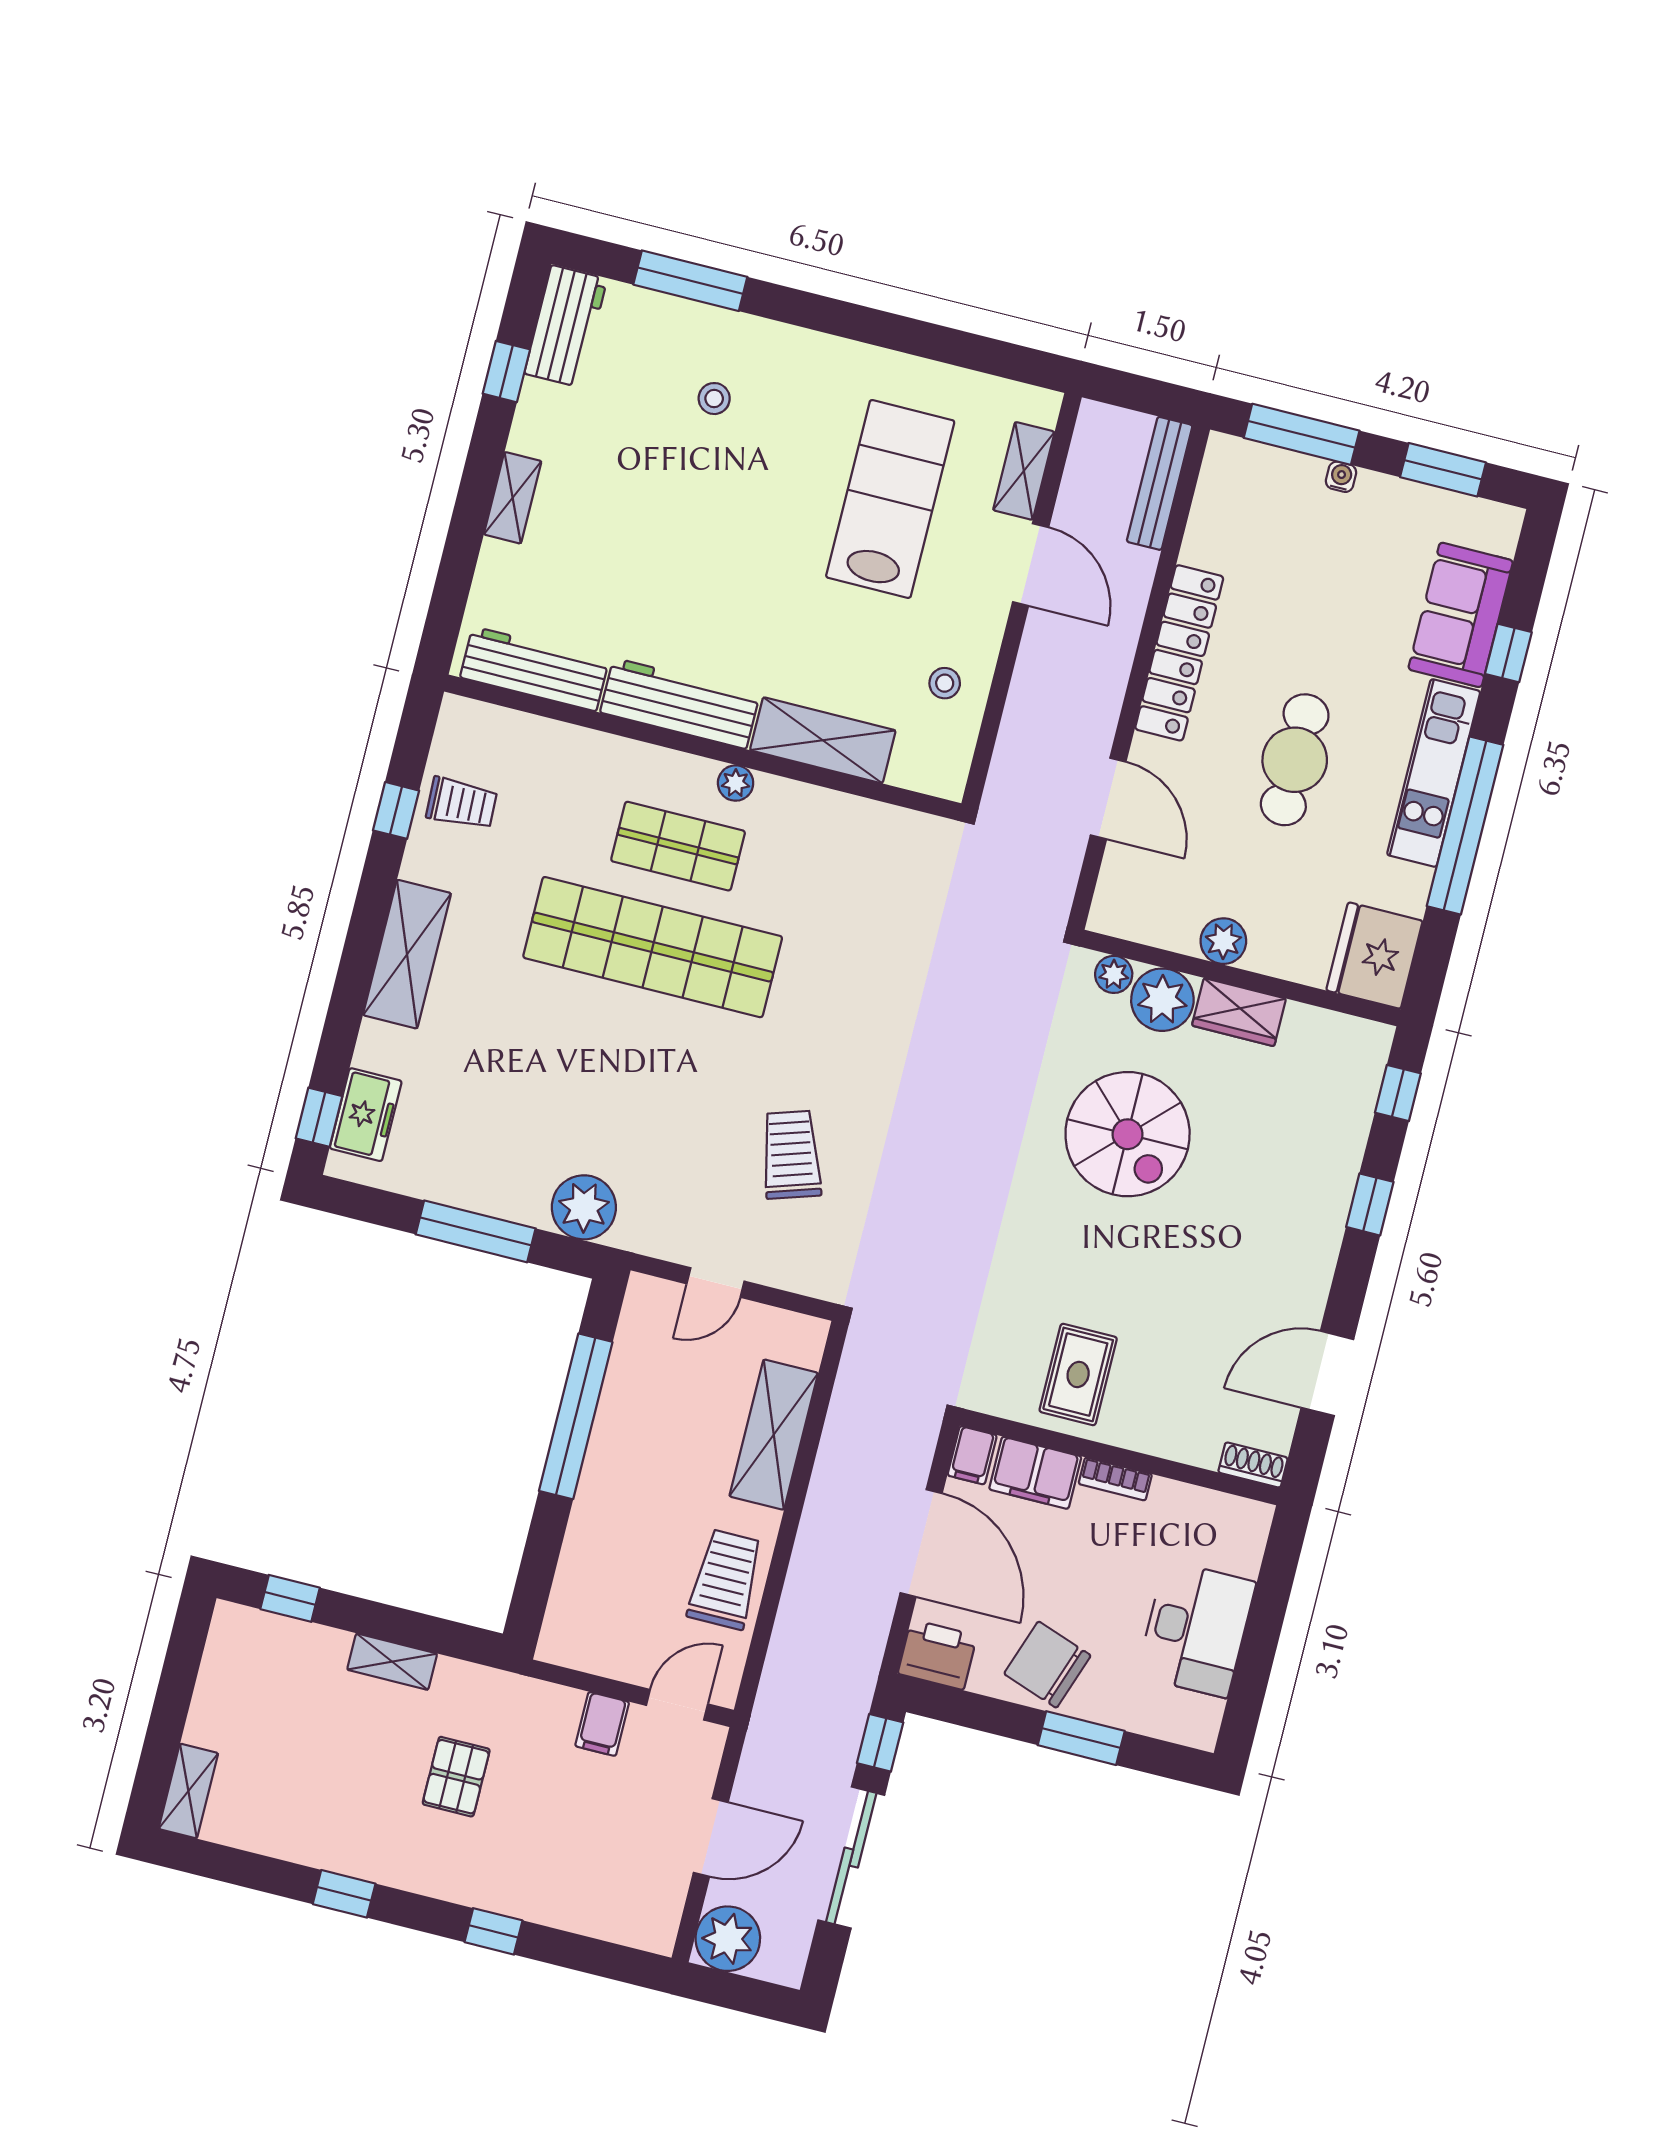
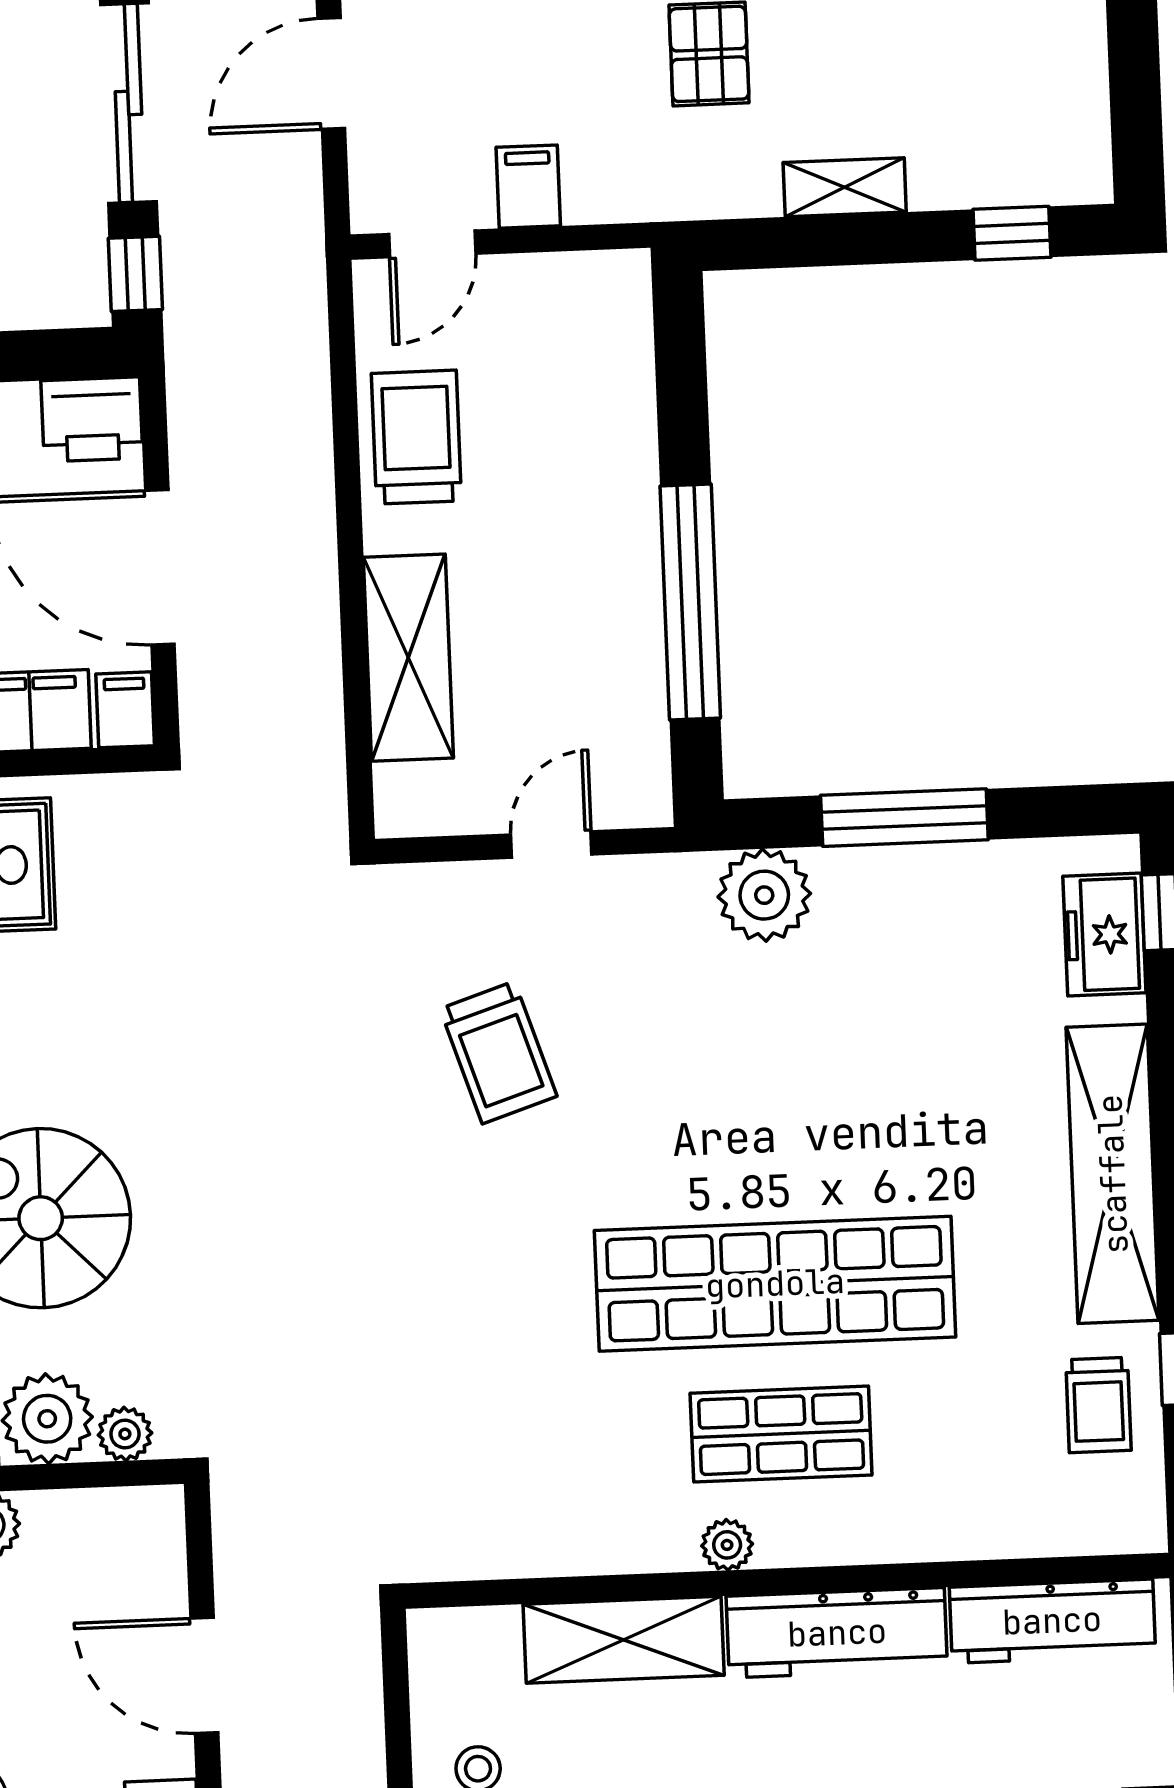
trolley: (462, 803) -> (1098, 1405), turned -88
shelving: (407, 954) -> (1113, 1174), width x1.47
trolley: (725, 1579) -> (416, 437), turned 180

